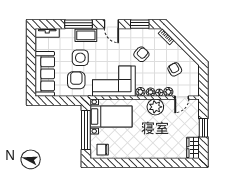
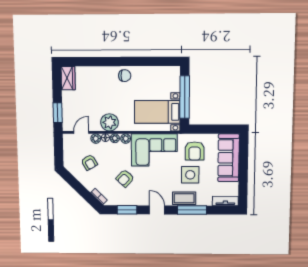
window: (203, 128) -> (58, 113), moved
chair: (103, 150) -> (125, 76), moved

